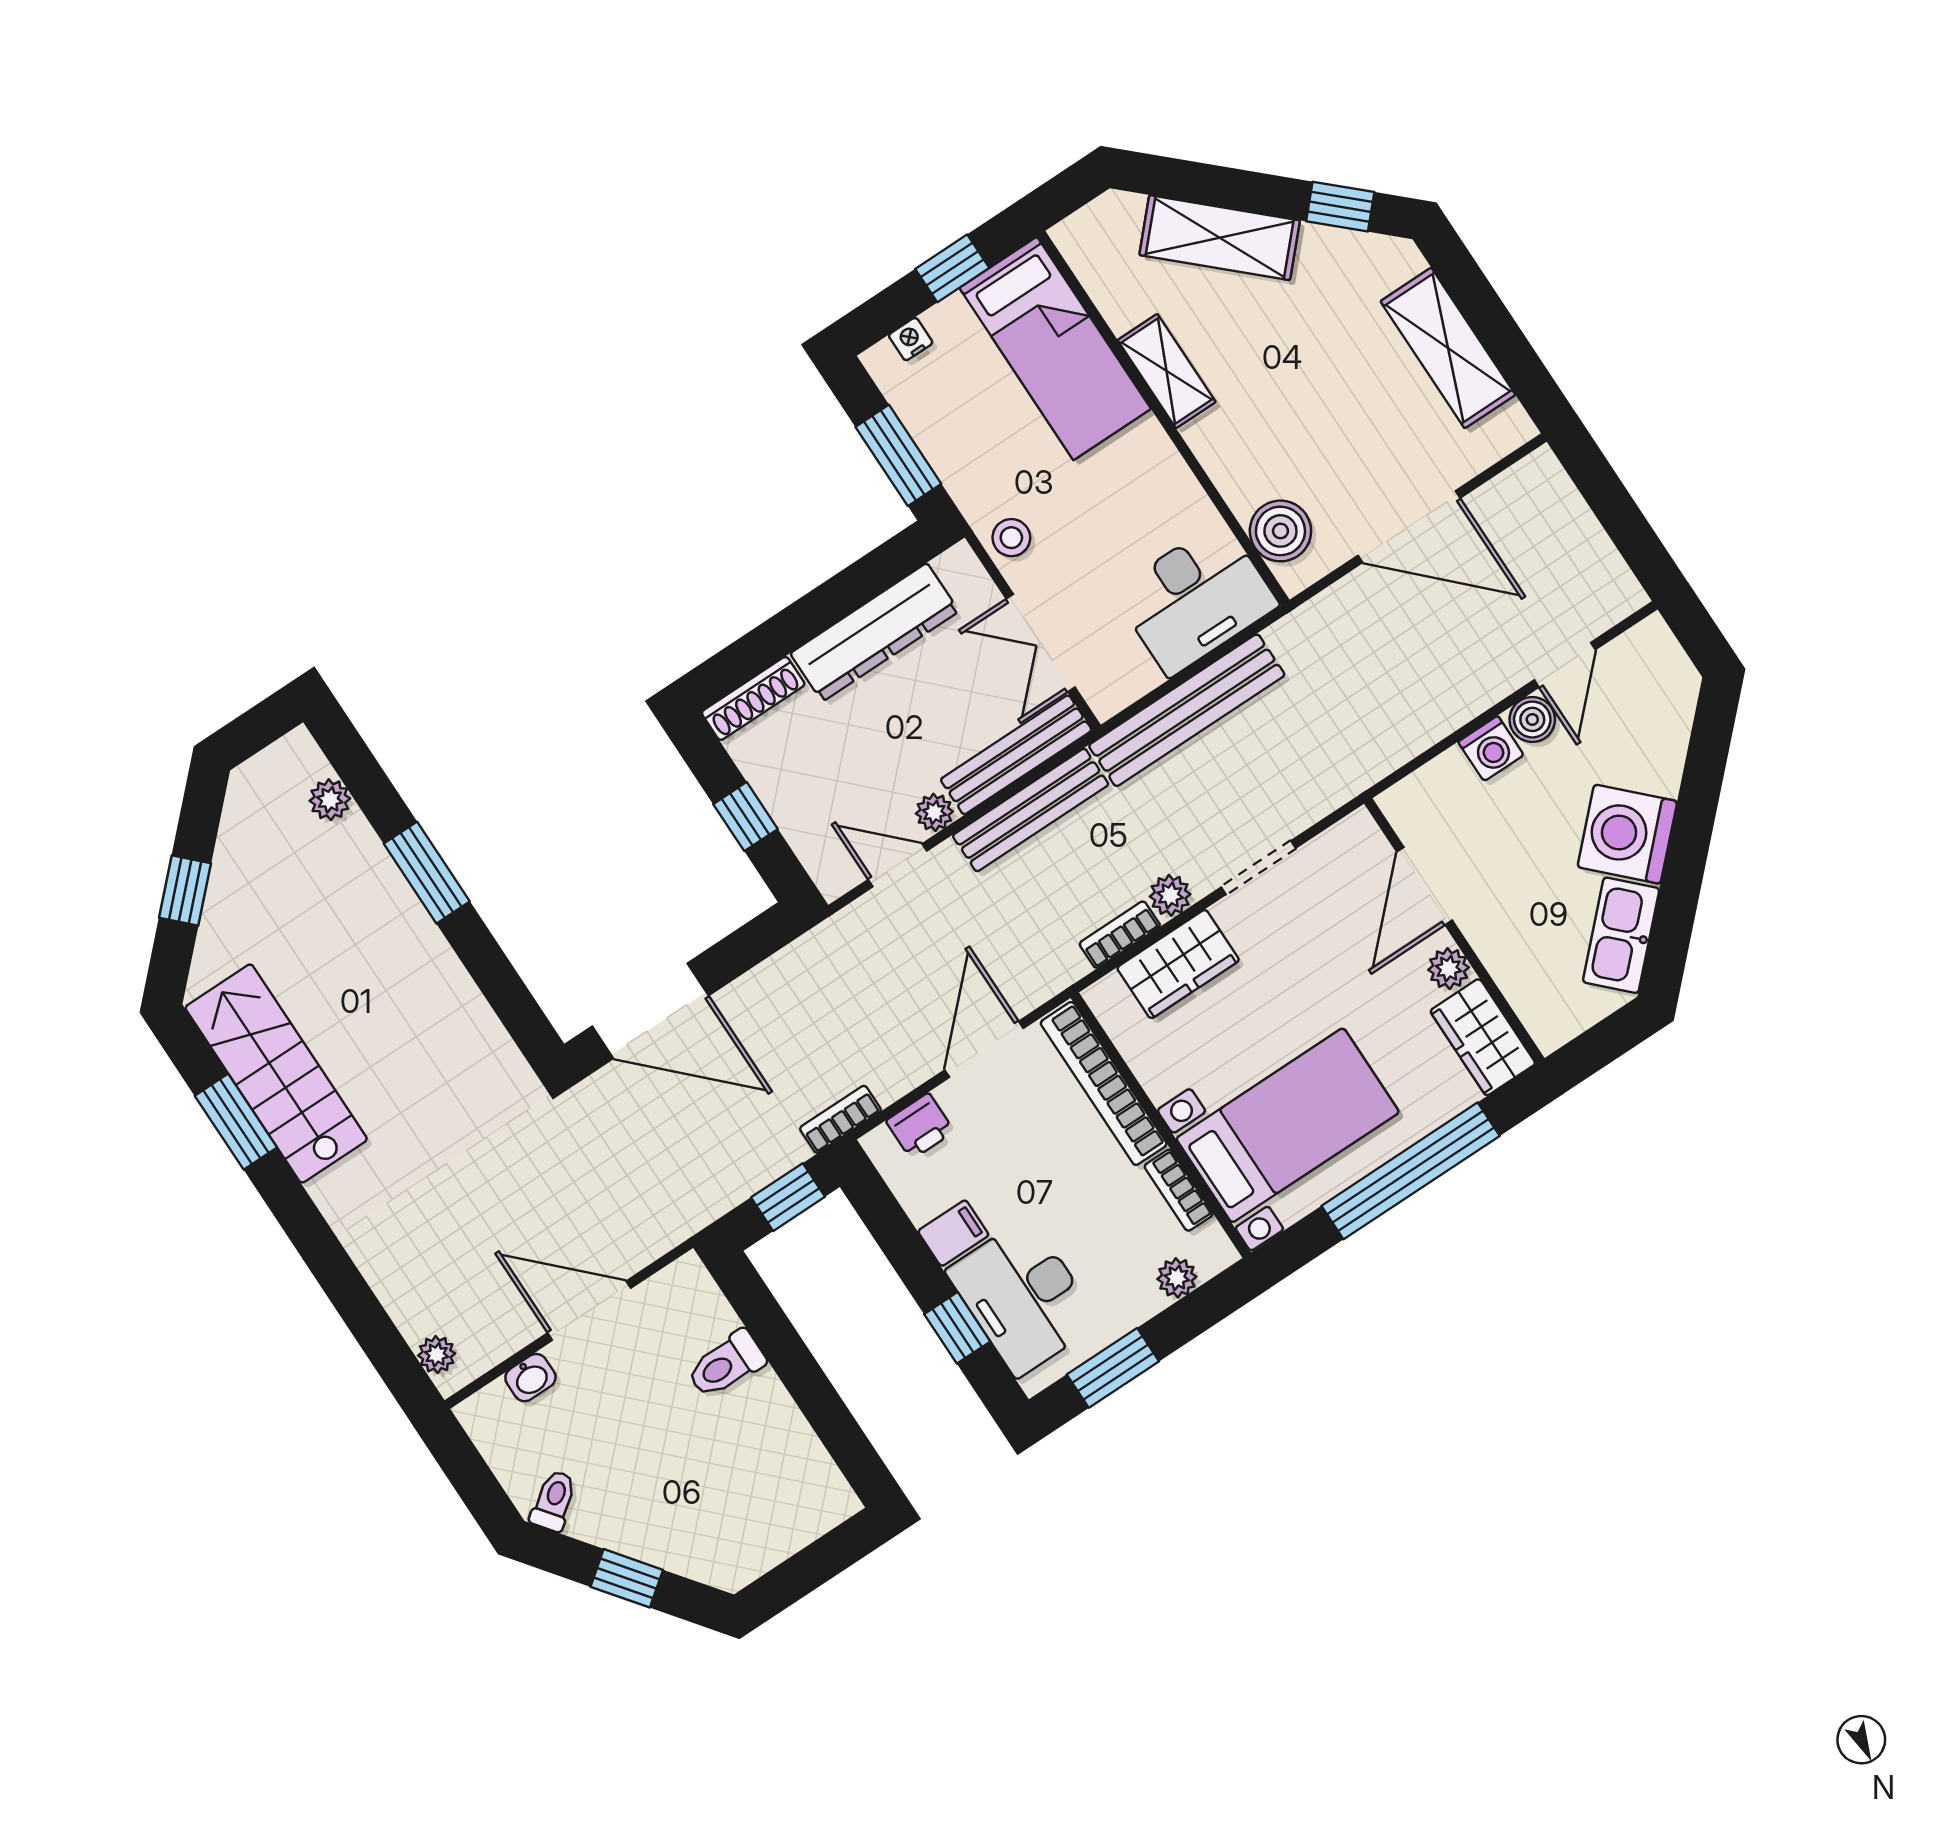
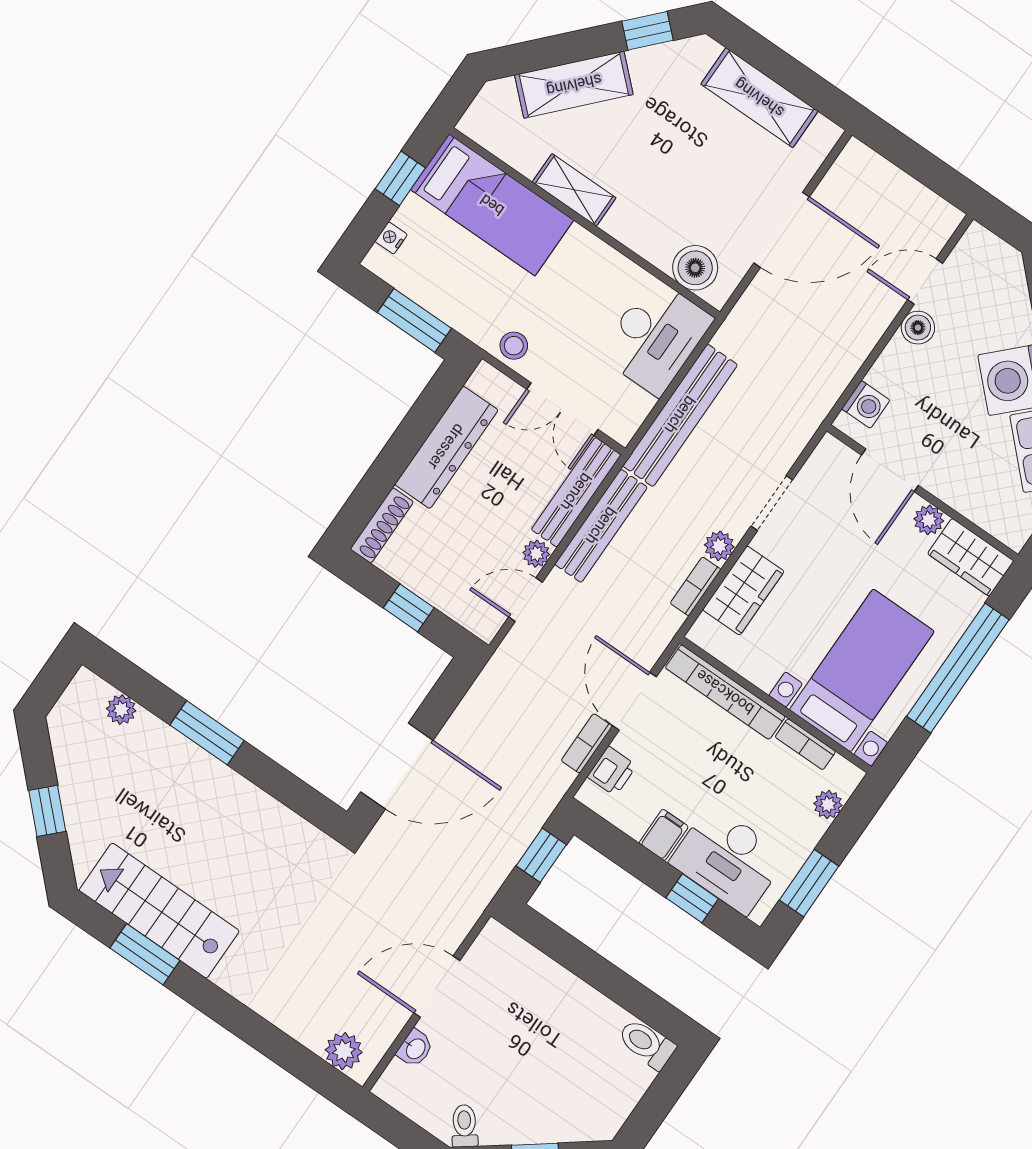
door: (1565, 665) -> (925, 282), swing flipped
washing machine: (1491, 748) -> (866, 404), moved
bookcase: (840, 1119) -> (587, 743), moved
plant: (437, 1355) -> (344, 1051), width x1.38, depth x1.38
toilet: (726, 1364) -> (647, 1044), moved, turned 90

